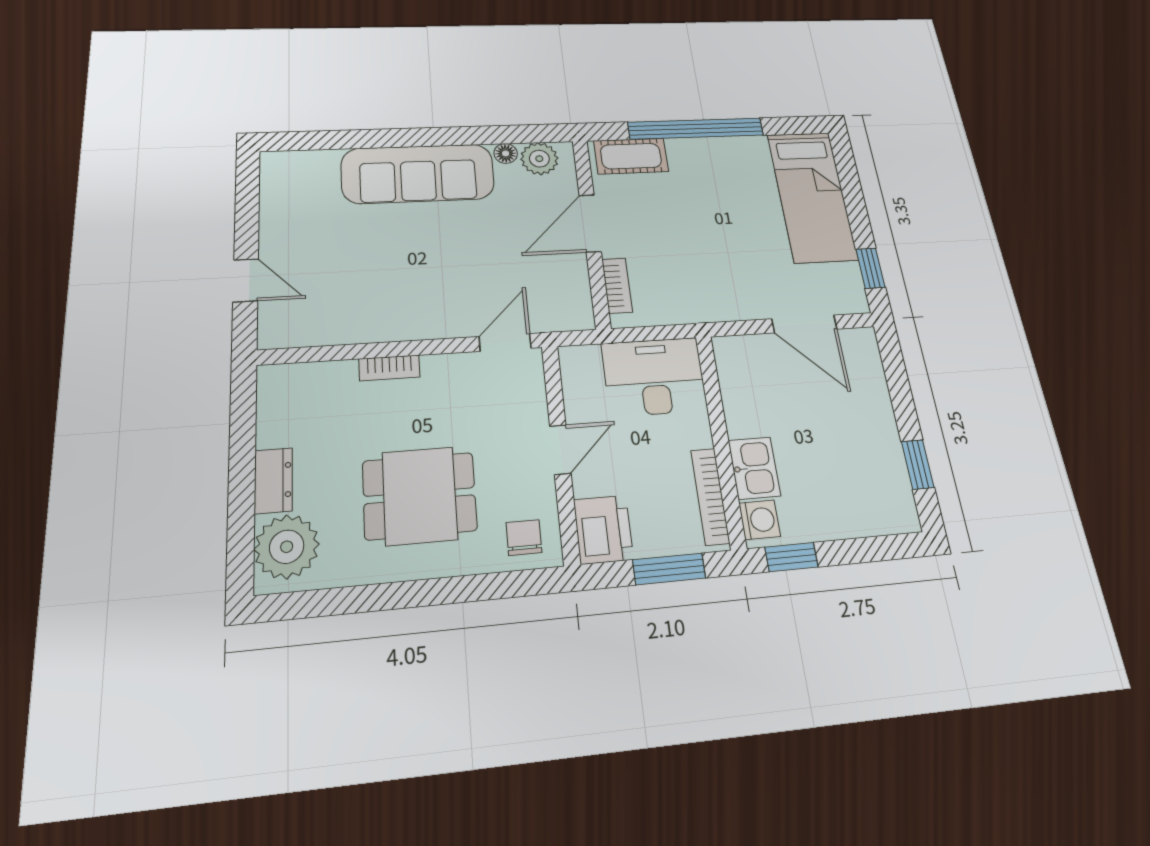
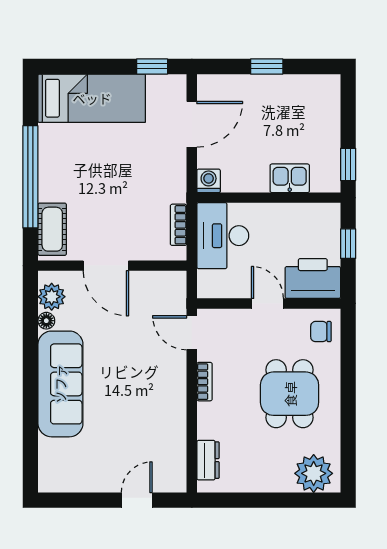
bookcase: (617, 286) -> (179, 225), moved, turned -90
bookcase: (389, 368) -> (204, 382), moved
window: (918, 464) -> (267, 66), moved
dresser: (273, 481) -> (208, 460), moved, turned 90
bookcase: (710, 496) -> (305, 210), removed
washing machine: (760, 520) -> (209, 181), moved
printer: (603, 529) -> (313, 278), width x1.37, depth x1.19
window: (669, 569) -> (348, 244), width x0.67

